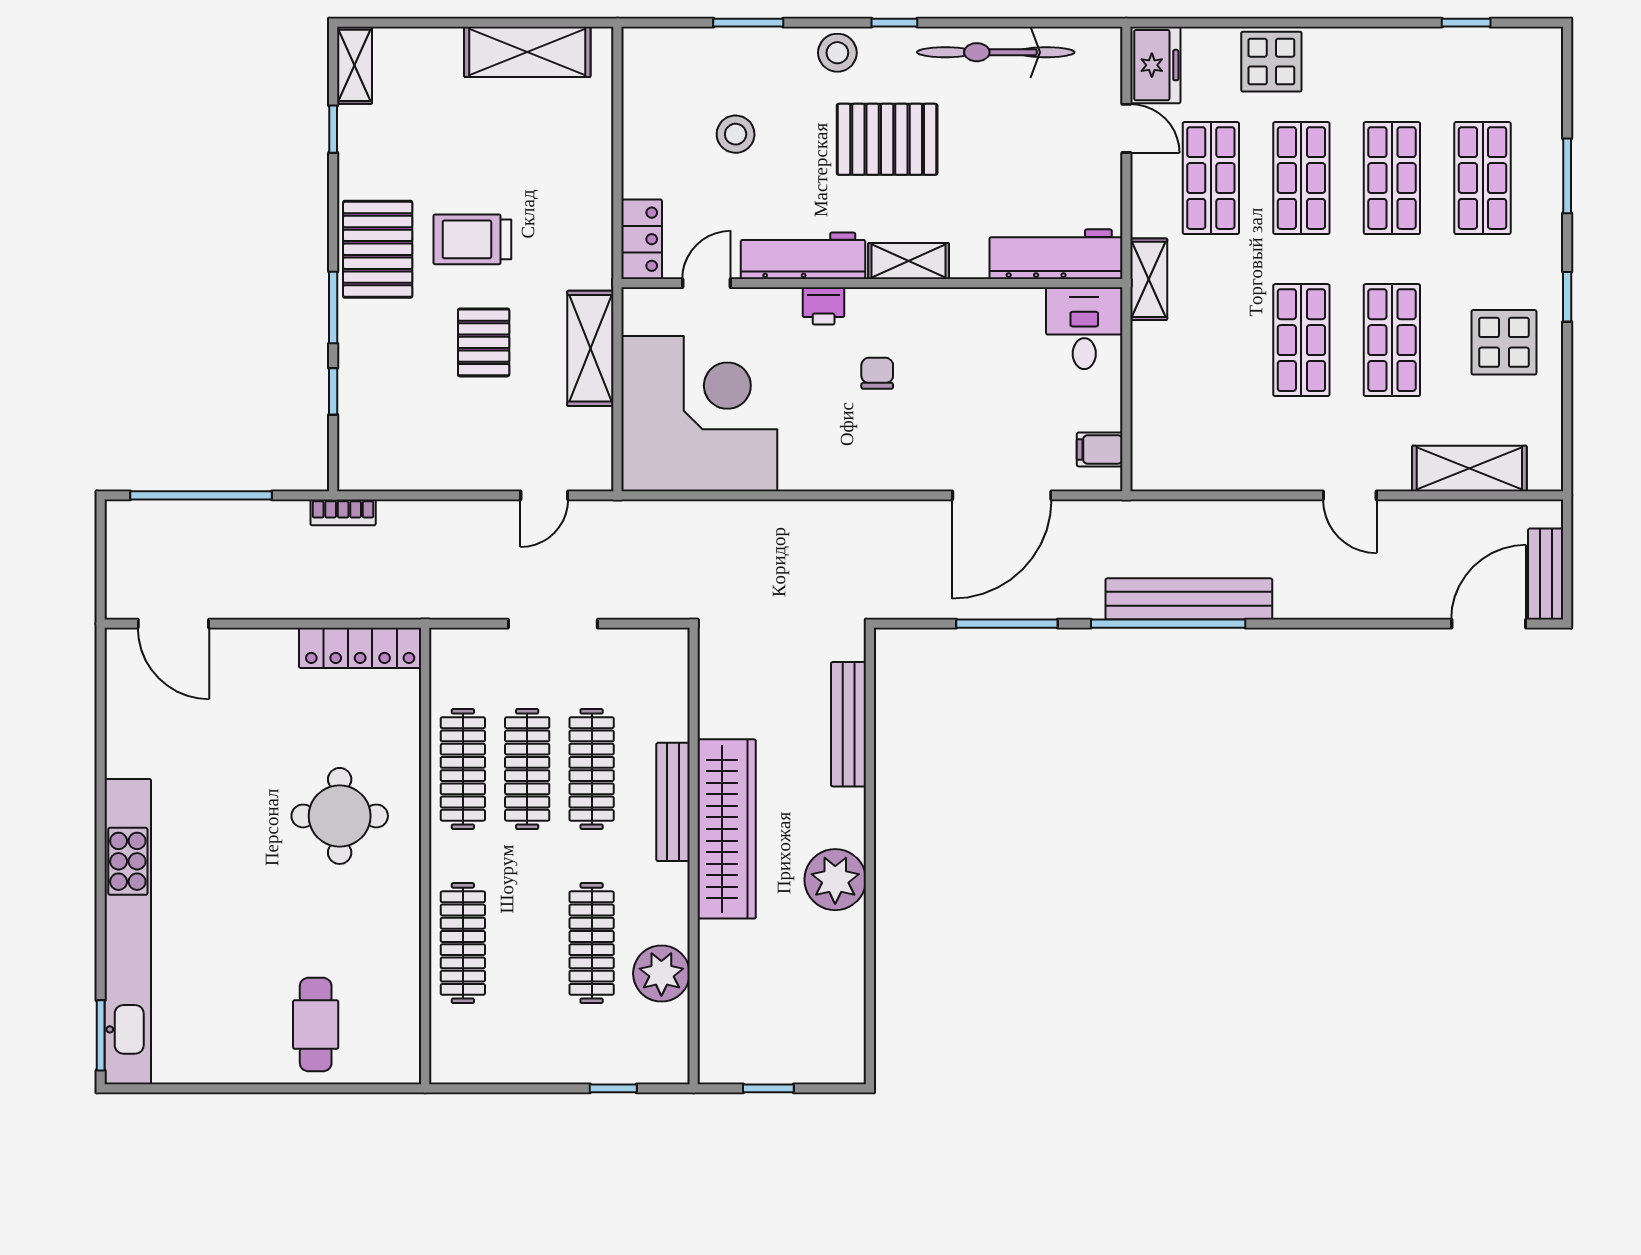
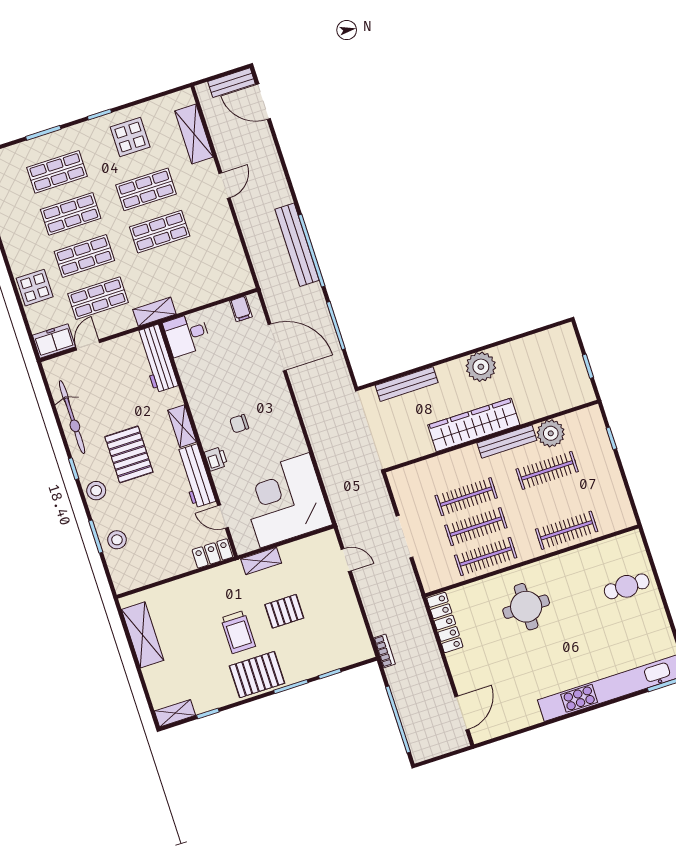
stool: (736, 134) -> (117, 540), moved
shelving: (590, 348) -> (261, 561), width x0.67, depth x0.75
bench: (673, 802) -> (507, 442), moved

